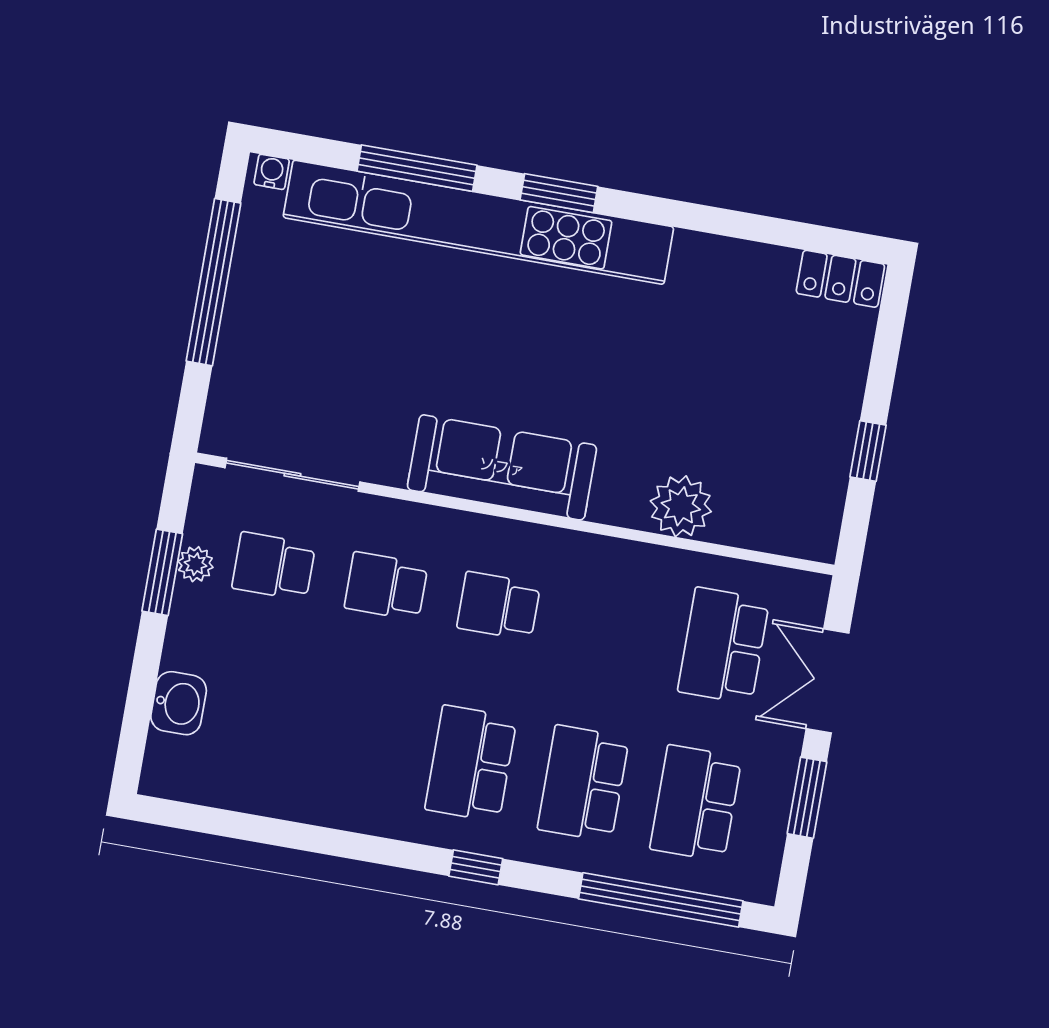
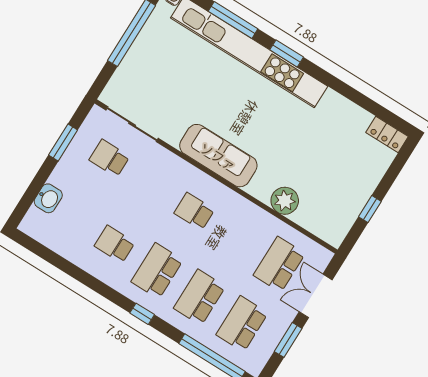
plant: (196, 564) -> (78, 145), removed
school desk: (386, 586) -> (115, 244), moved

